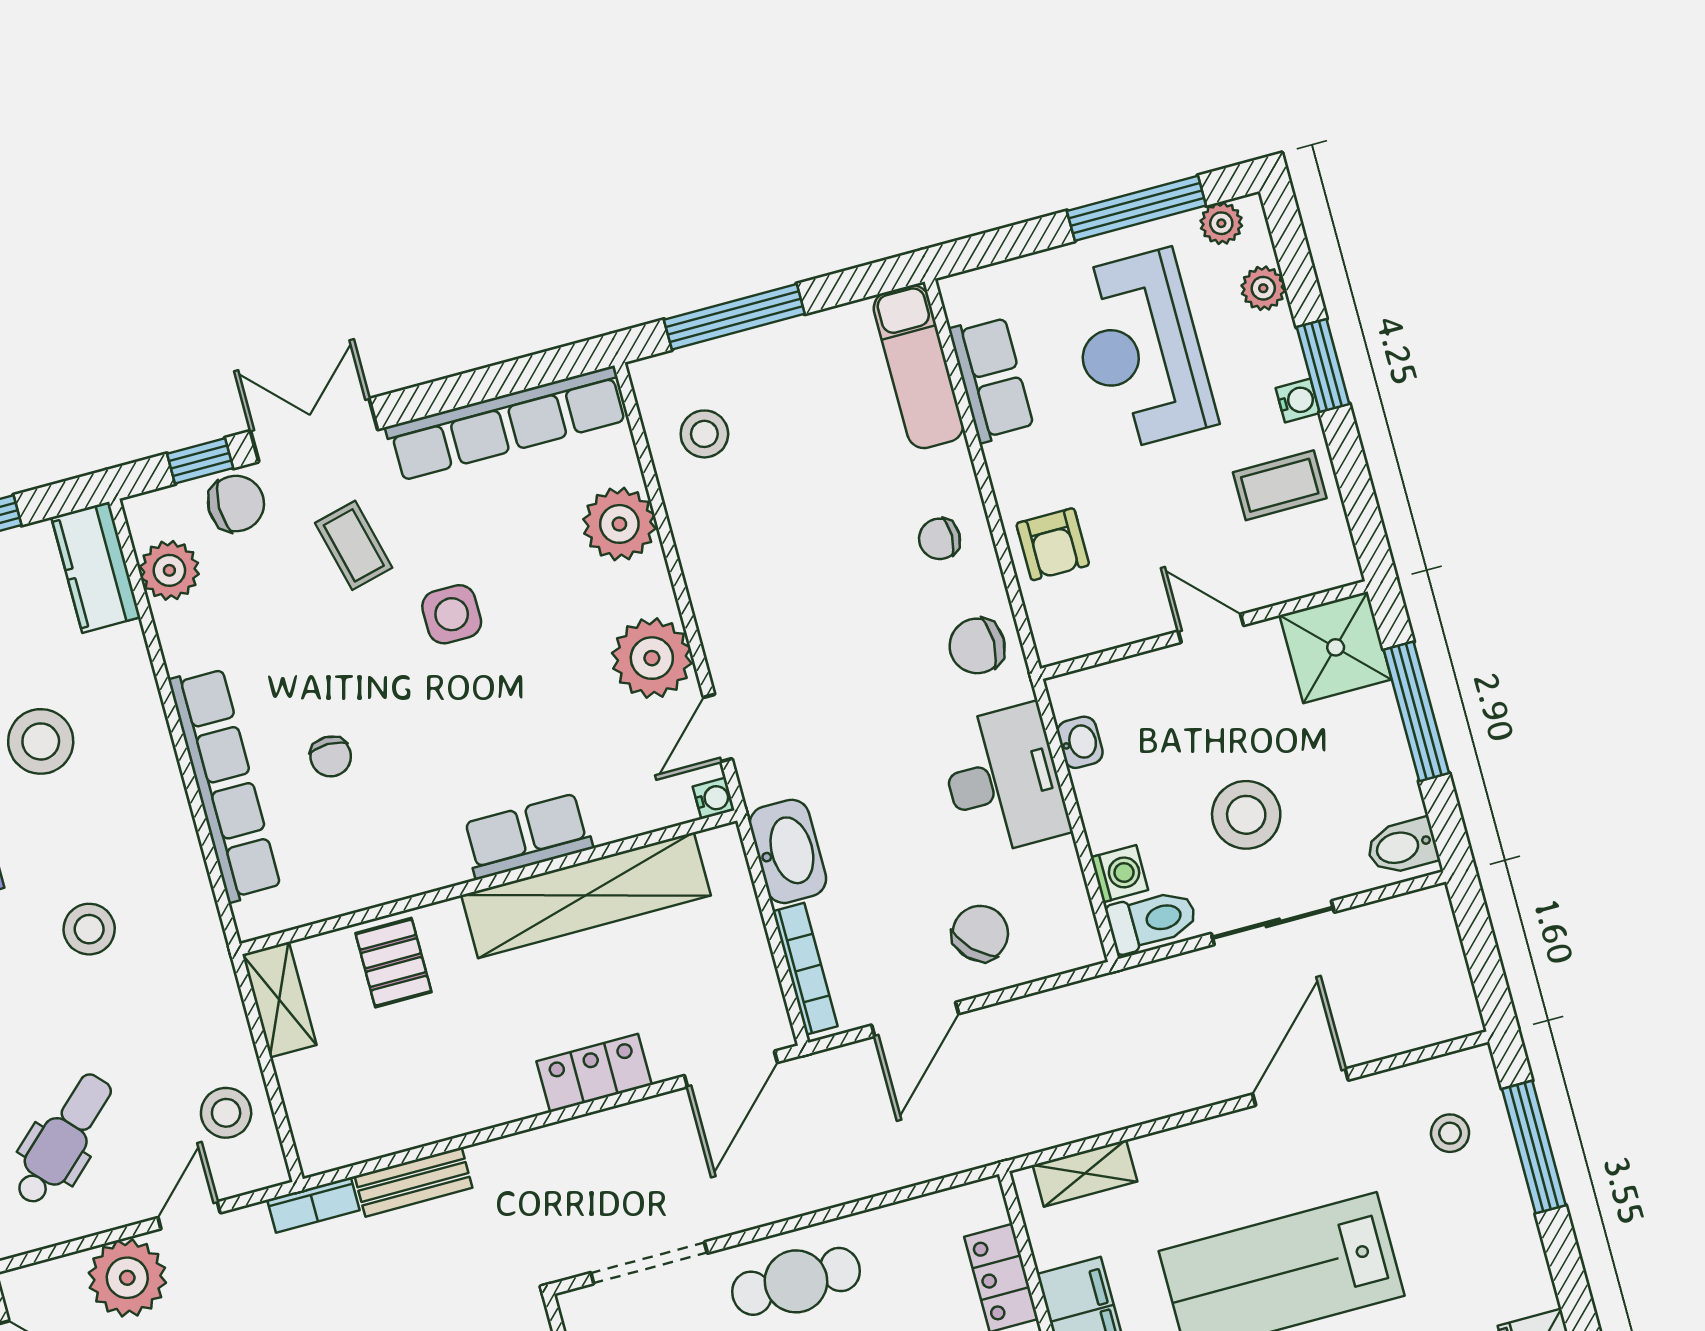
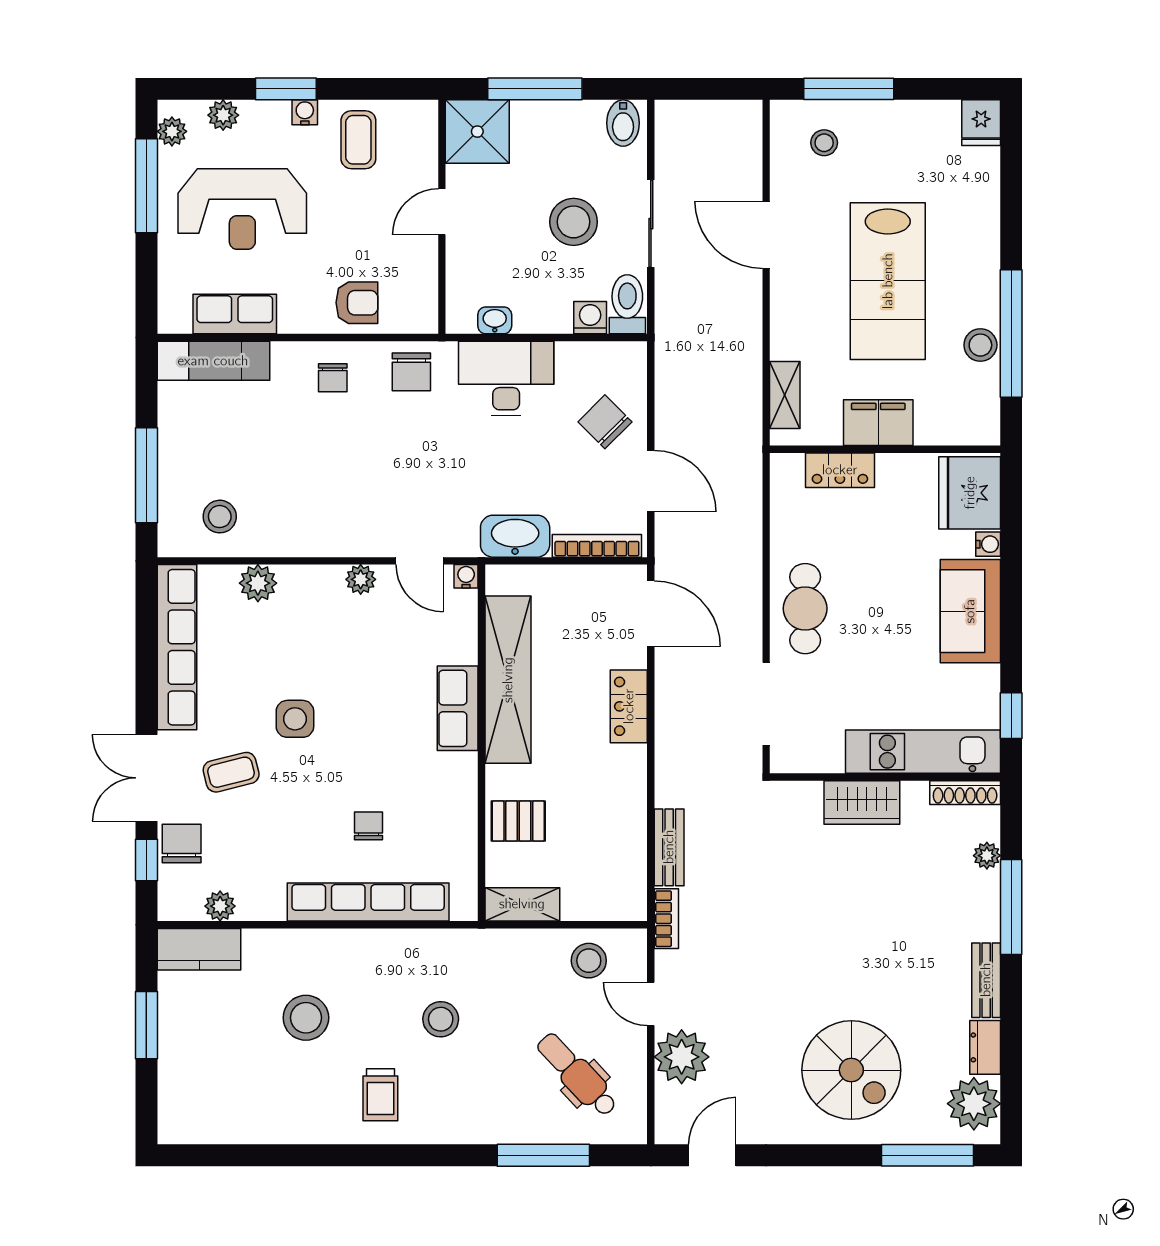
plant: (619, 524) -> (258, 583), width x0.73, depth x0.73
plant: (169, 570) -> (220, 906), width x0.73, depth x0.73
plant: (652, 658) -> (361, 579), width x0.53, depth x0.53
chair: (331, 756) -> (369, 826), turned -90

